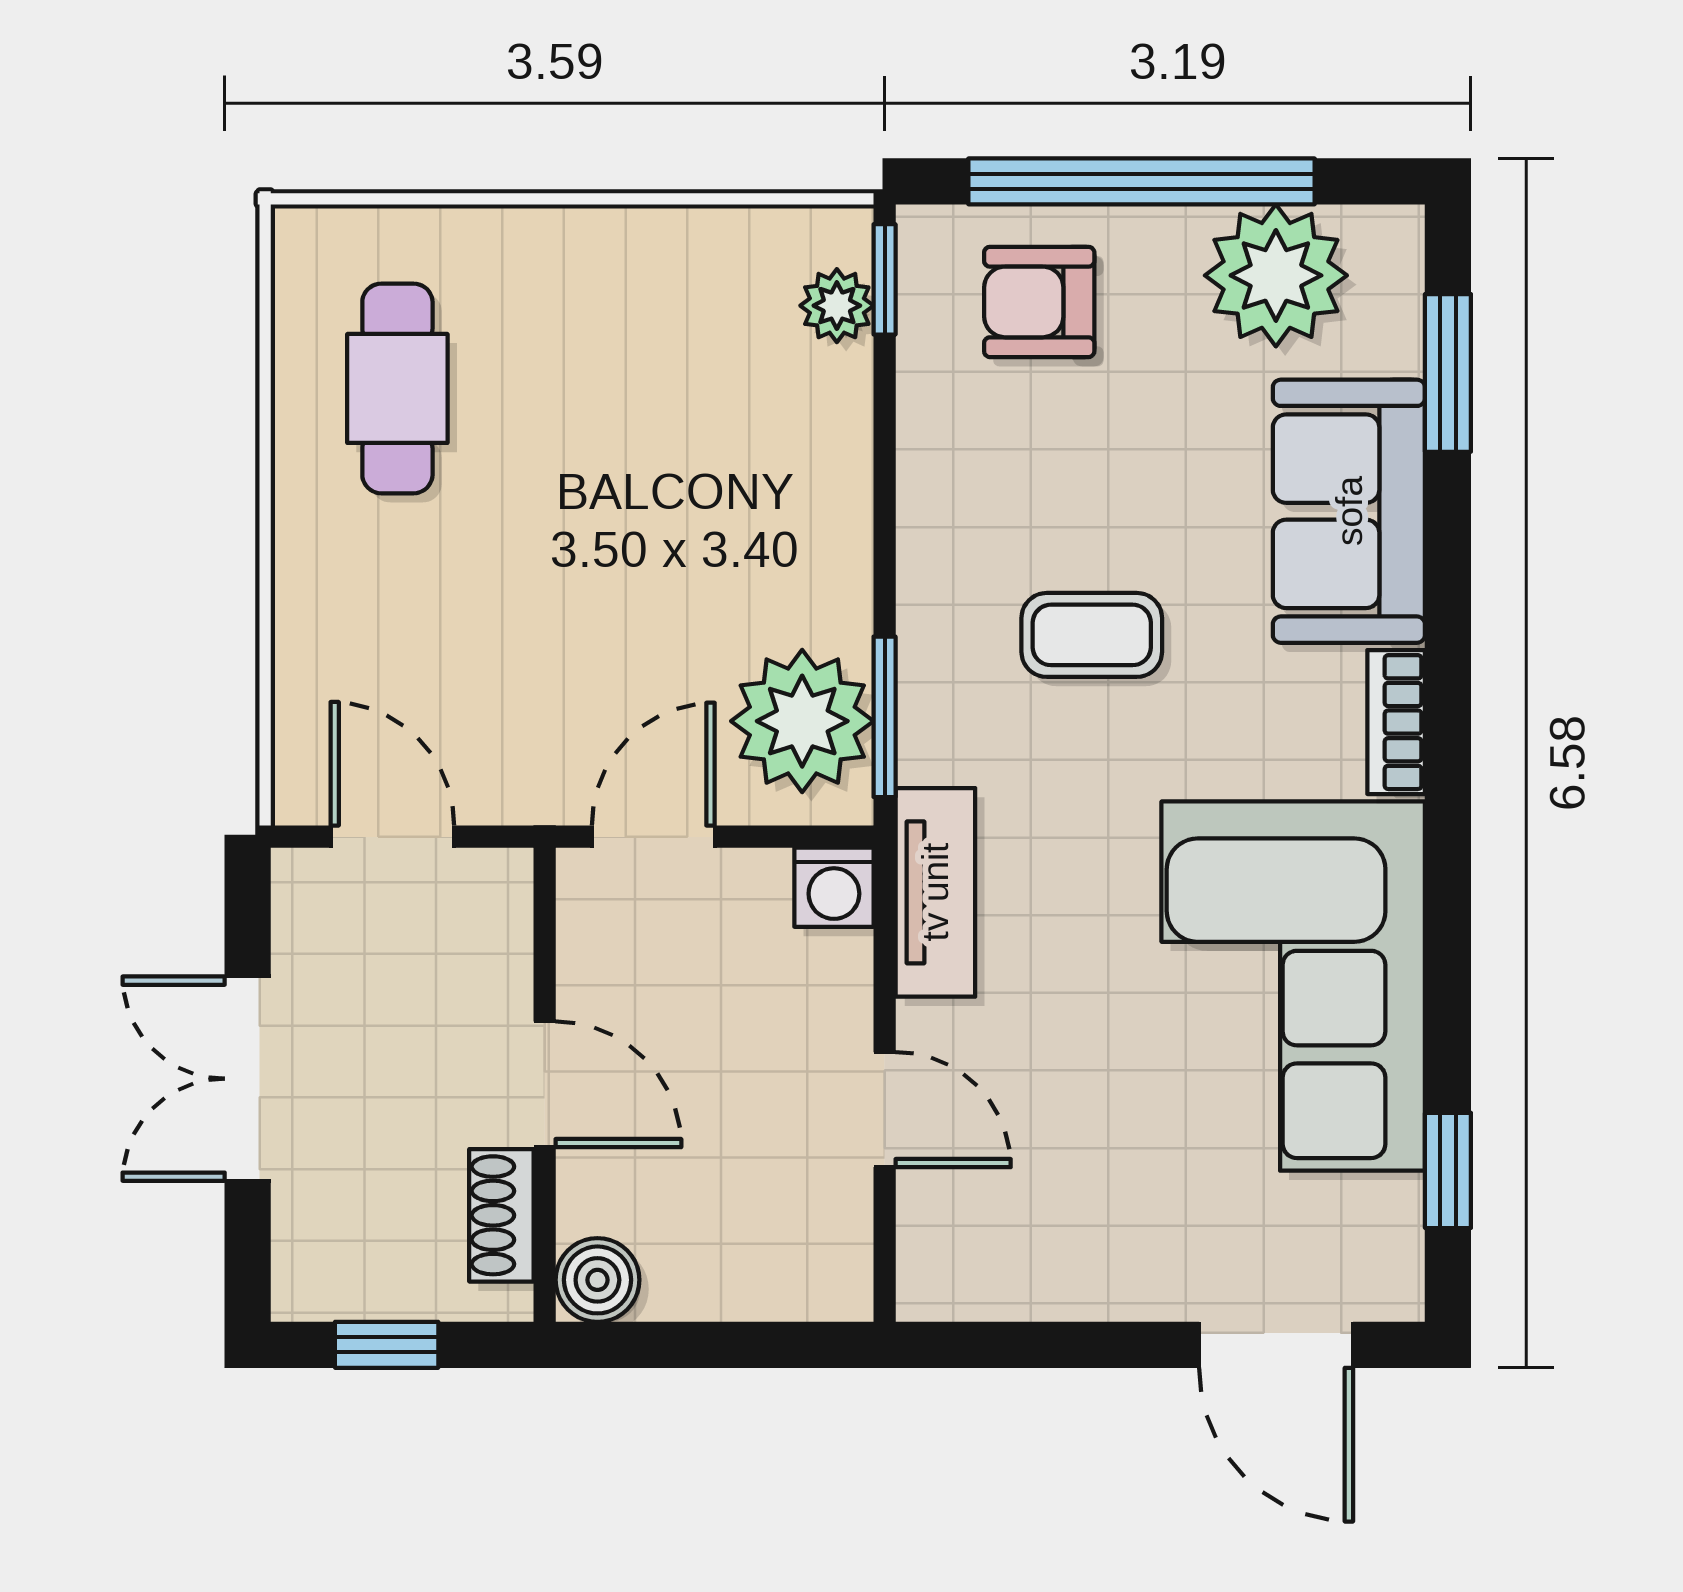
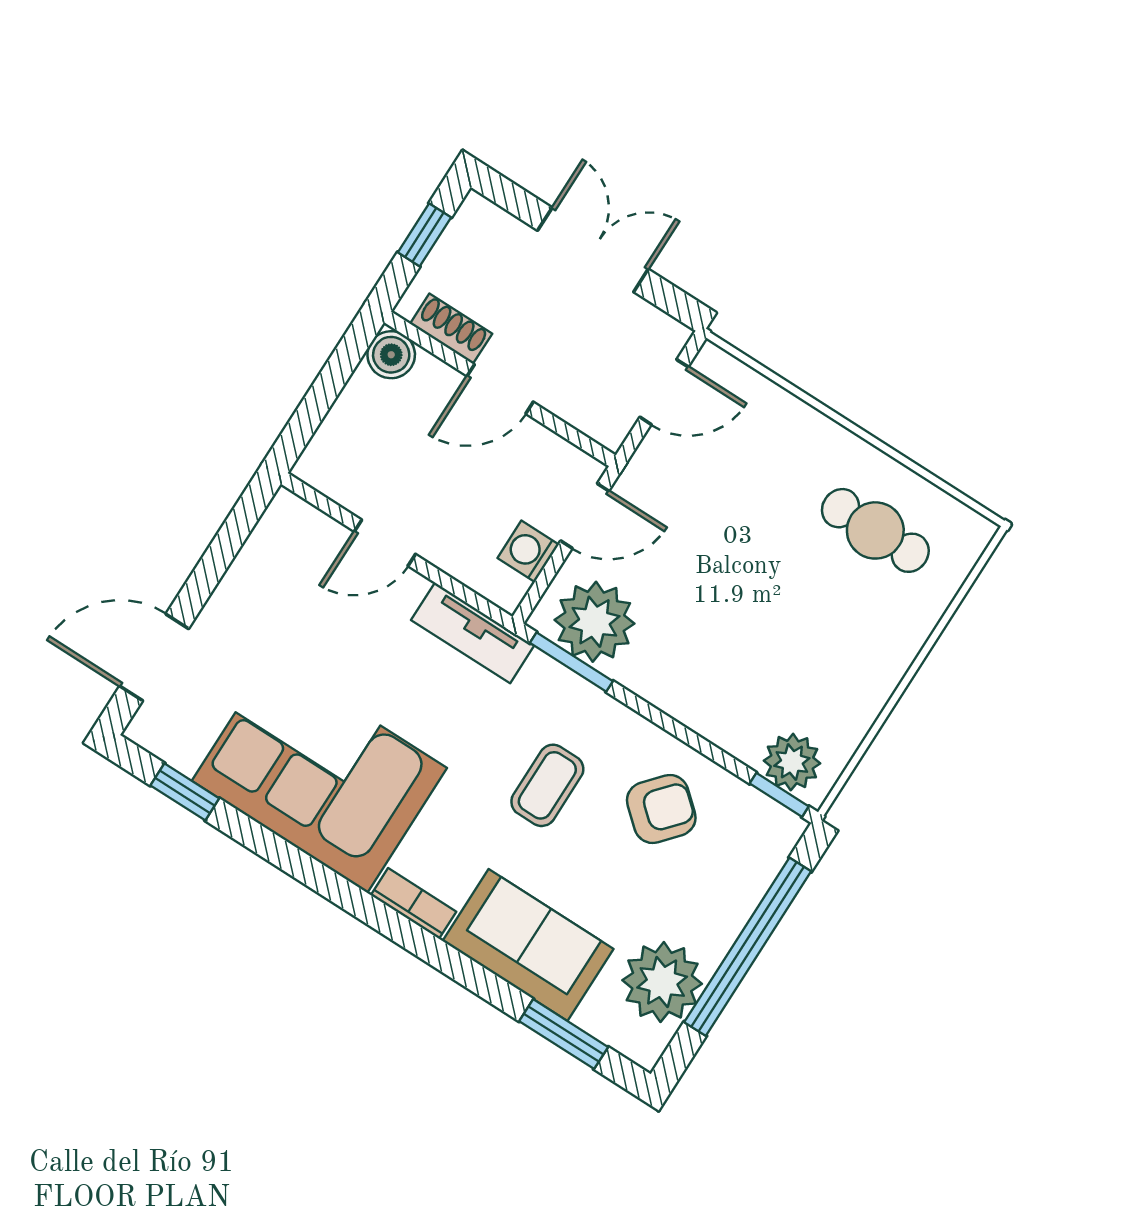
armchair: (1039, 302) -> (661, 809), moved, turned 41
plant: (837, 306) -> (792, 762), width x1.38, depth x1.38
door: (653, 837) -> (585, 516), hinge flipped
washing machine: (834, 887) -> (528, 551), moved

